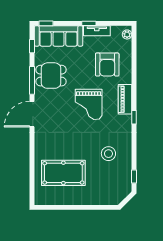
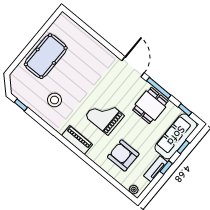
window: (46, 23) -> (183, 147), moved
piano: (125, 99) -> (77, 140), moved
window: (134, 117) -> (66, 143), removed
pool table: (63, 173) -> (46, 56), moved

